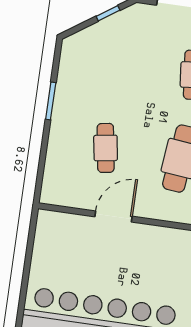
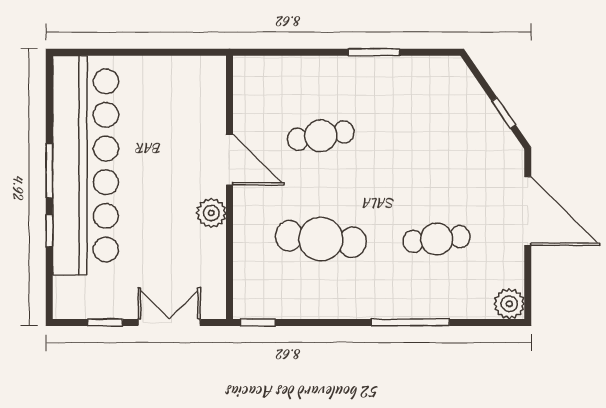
plant: (150, 235) -> (211, 213), added

